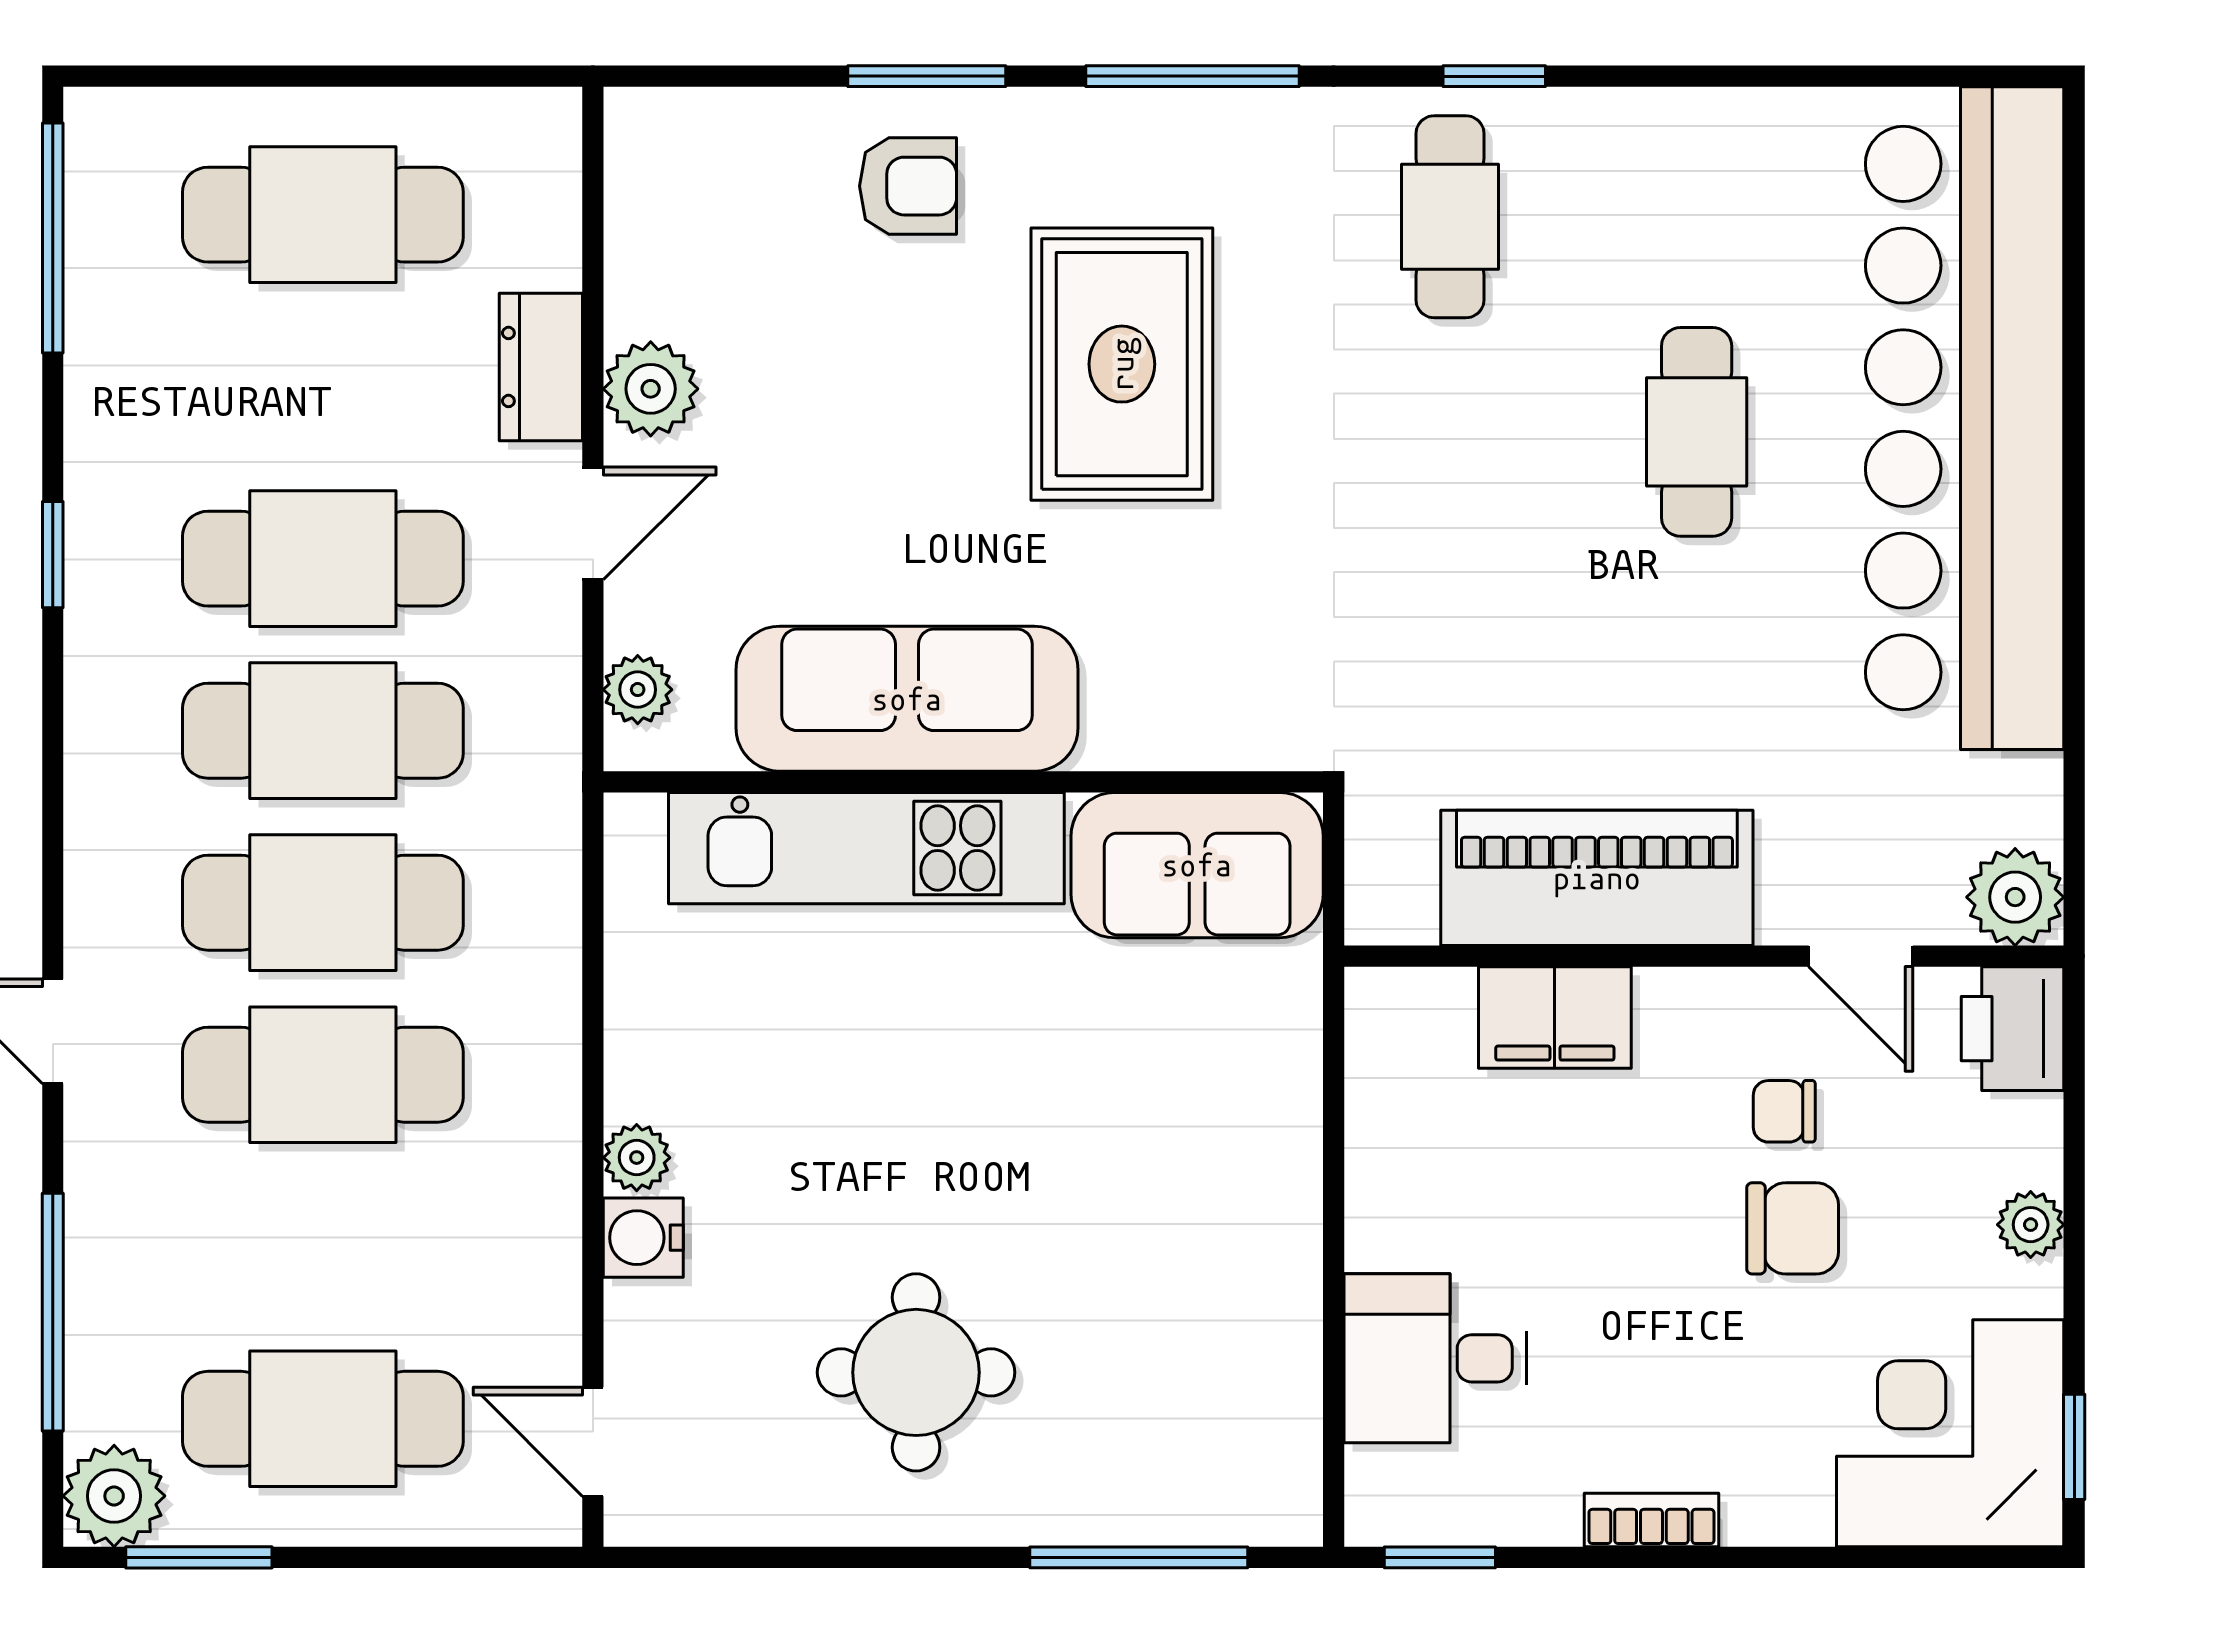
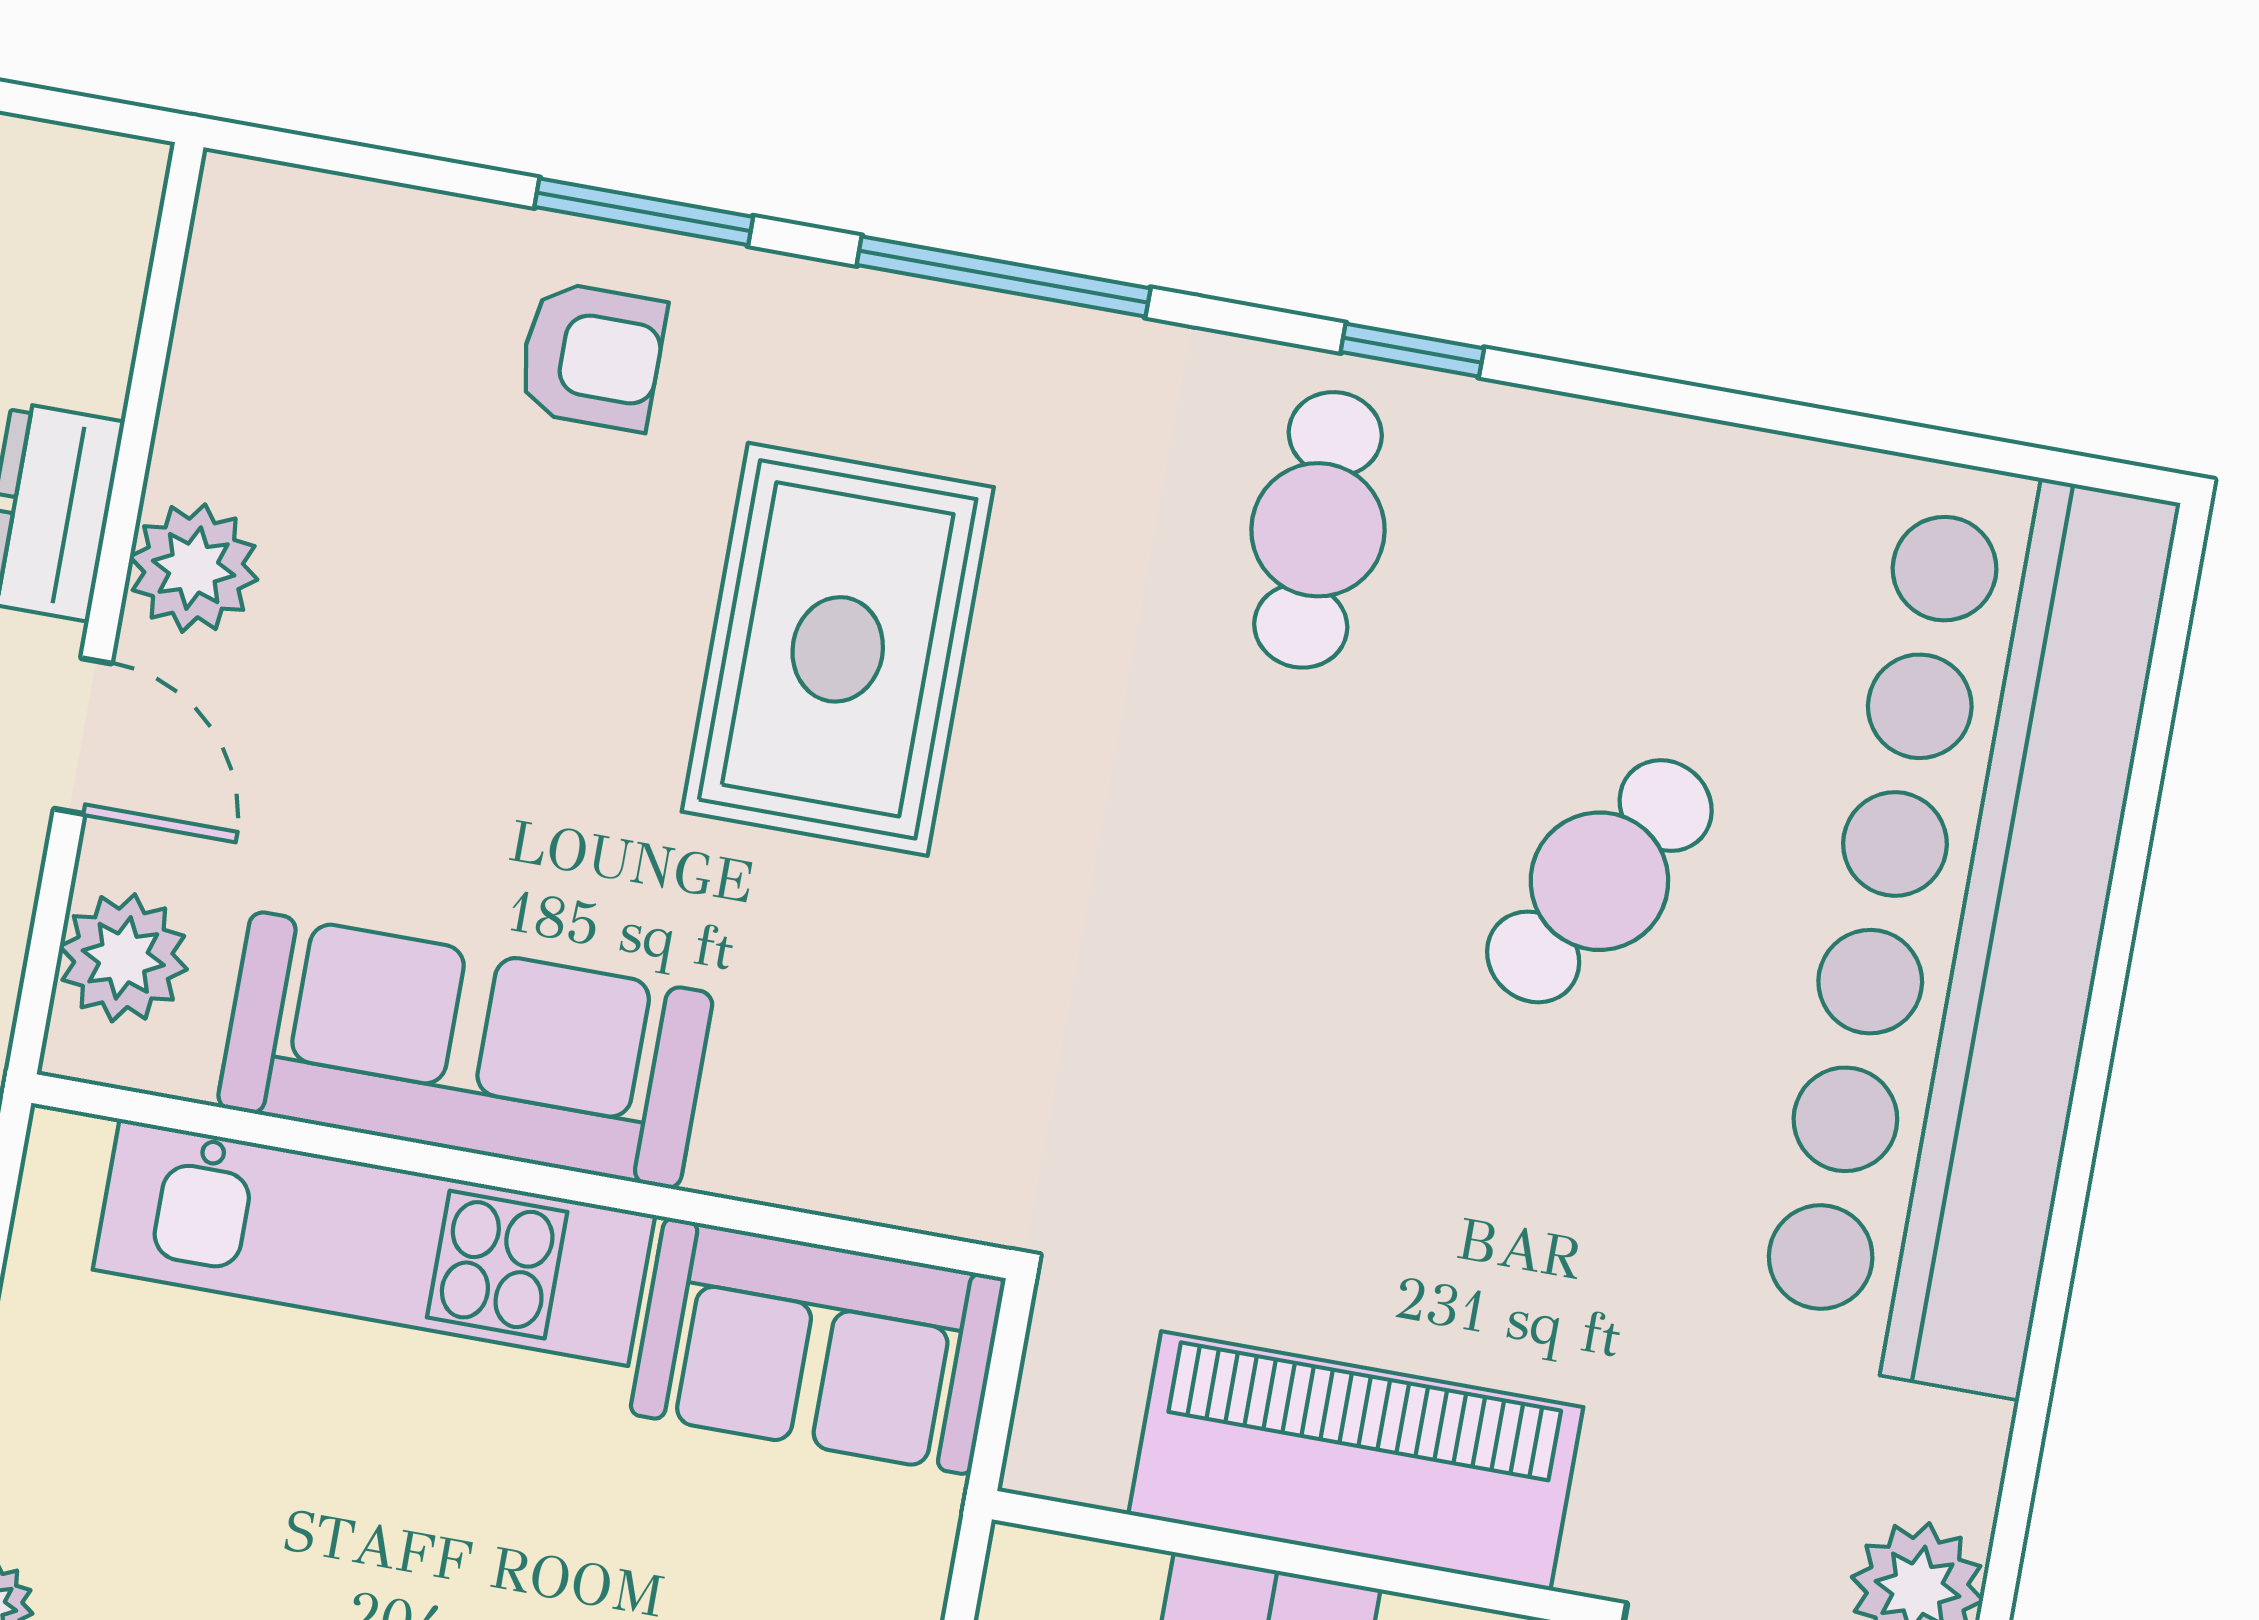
cafe table: (1697, 432) -> (1599, 881), turned 31
door: (593, 523) -> (83, 736), hinge flipped
plant: (638, 690) -> (123, 958), width x1.38, depth x1.38

